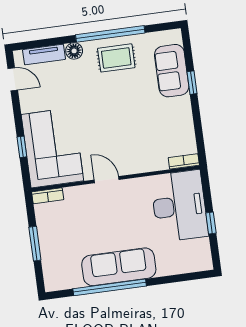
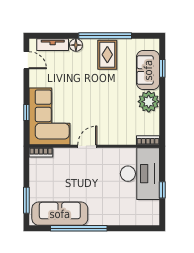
rug: (116, 58) -> (107, 55), turned 90
window: (192, 83) -> (162, 68), moved
plant: (178, 111) -> (149, 102), added
door: (107, 180) -> (87, 146), hinge flipped
window: (35, 244) -> (26, 200), moved
sofa: (119, 267) -> (60, 214), moved

